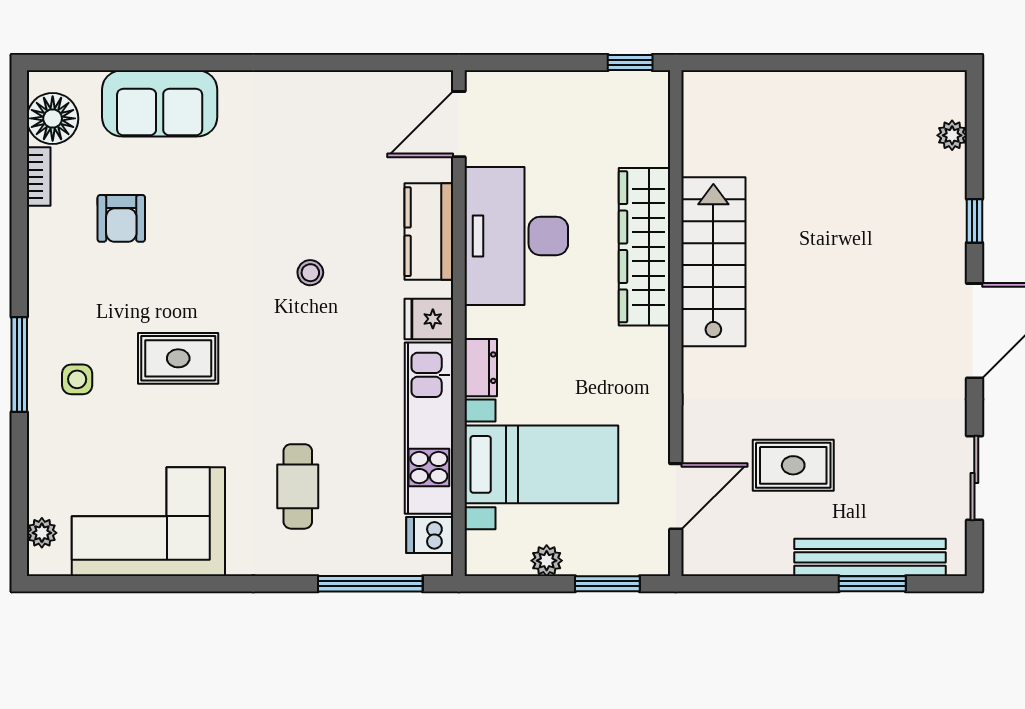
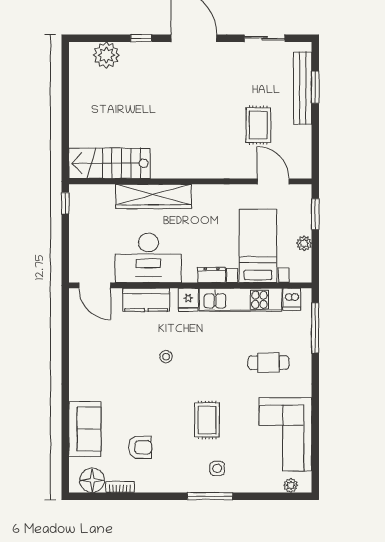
plant: (952, 135) -> (106, 55), width x1.87, depth x1.87
stairs: (713, 262) -> (109, 163), moved

